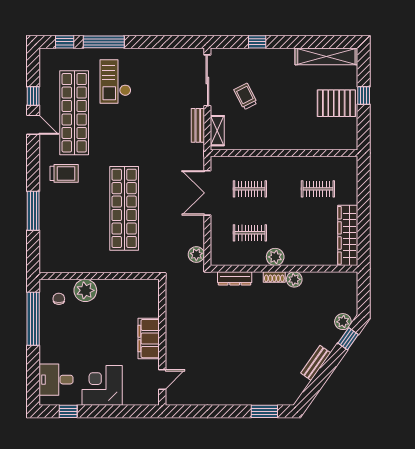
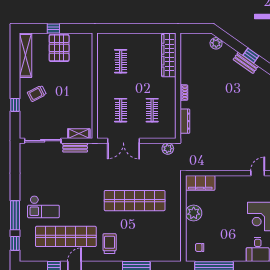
trolley: (246, 96) -> (37, 93), moved
wardrobe: (348, 235) -> (169, 55), moved, turned 90
plant: (275, 257) -> (170, 92), removed
plant: (294, 279) -> (186, 78), removed
plant: (85, 290) -> (194, 213), moved
filing cabinet: (149, 339) -> (200, 183), moved
window: (348, 339) -> (251, 55), moved
door: (162, 380) -> (258, 173), hinge flipped

